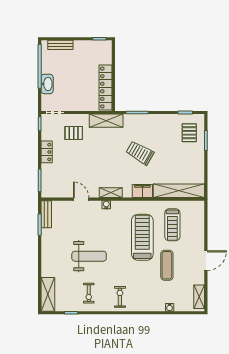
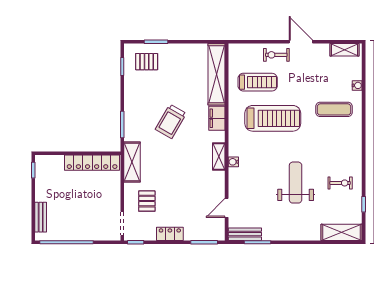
washbasin: (47, 84) -> (88, 233), removed
door: (81, 199) -> (227, 208), moved
treadmill: (142, 237) -> (273, 118), turned 180
exercise mat: (167, 265) -> (334, 109), moved
exercise bike: (120, 297) -> (276, 55), moved

